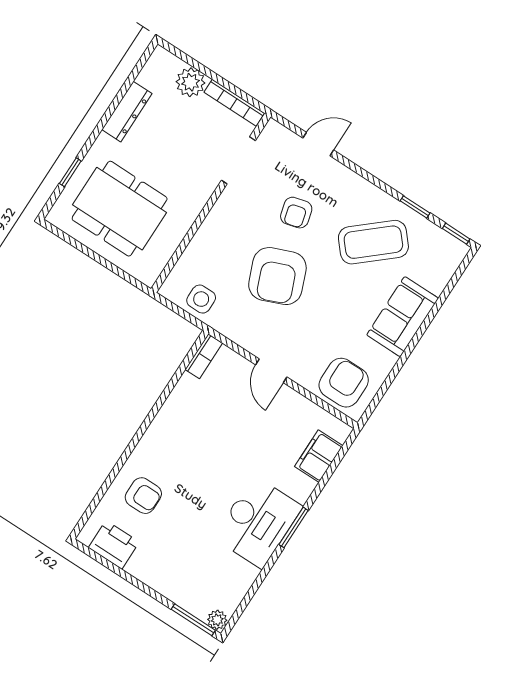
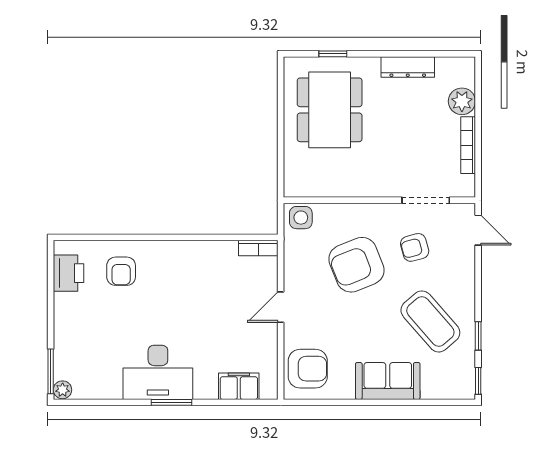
doorway: (238, 160) -> (426, 200), moved
wall: (211, 203) -> (379, 200), moved

